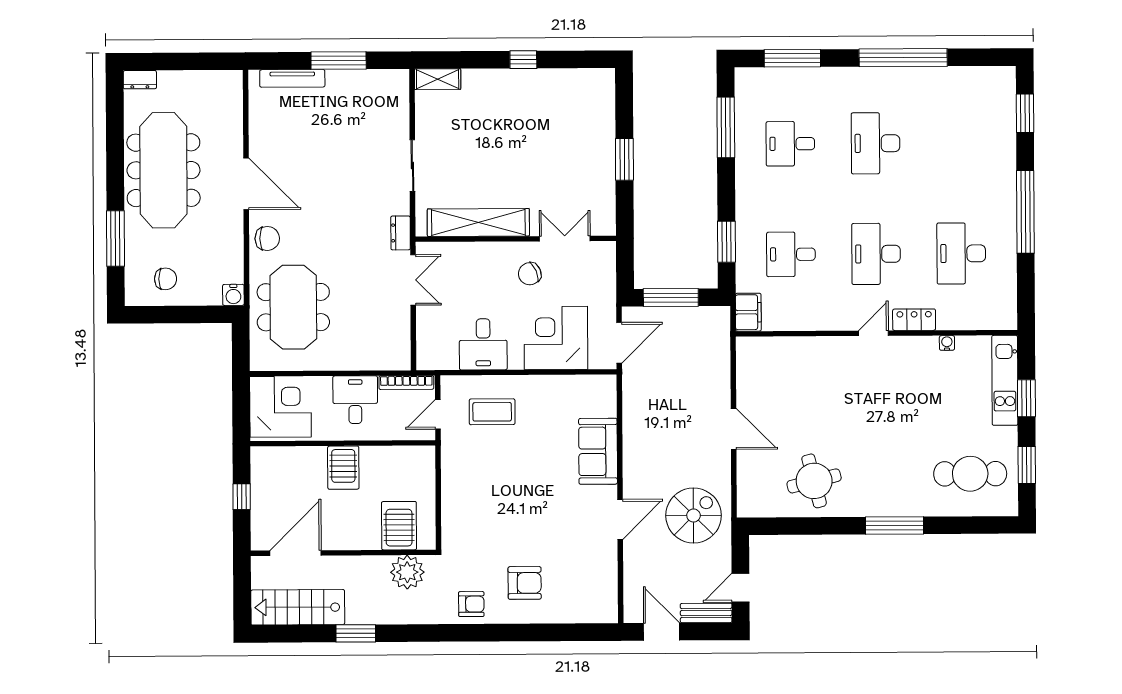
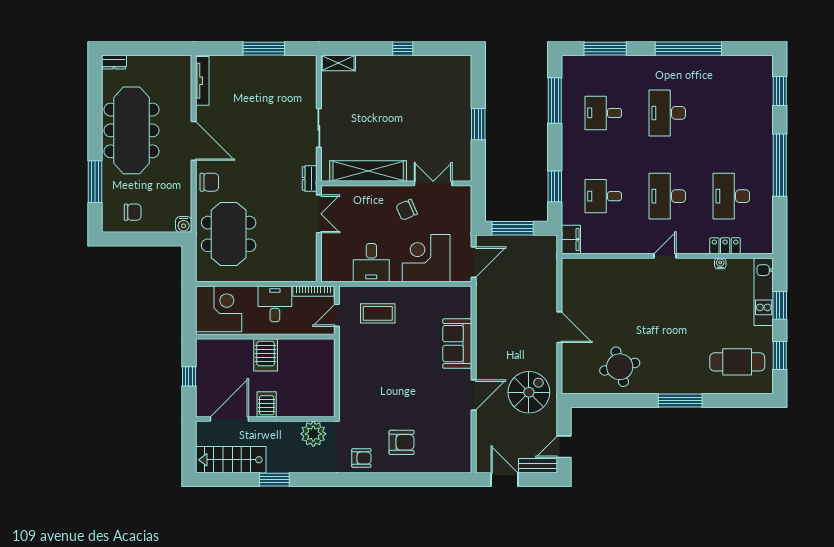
tv unit: (292, 78) -> (202, 81), moved, turned -90
locker: (914, 320) -> (725, 246), moved
server rack: (399, 526) -> (267, 404), moved, width x0.73, depth x0.70

